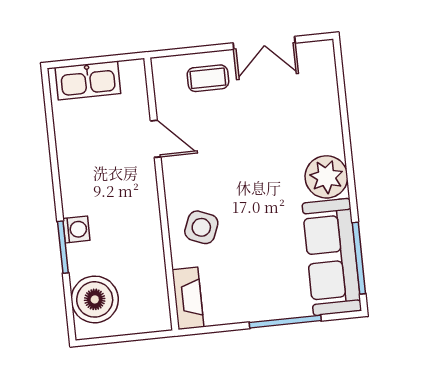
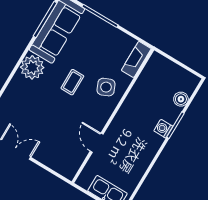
coffee table: (208, 78) -> (72, 82), moved, turned 90
side table: (201, 227) -> (106, 87), turned 45
boiler: (95, 299) -> (181, 99), width x0.54, depth x0.54

